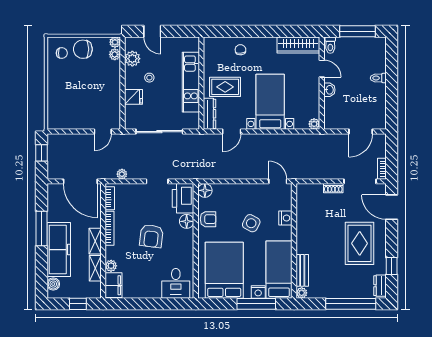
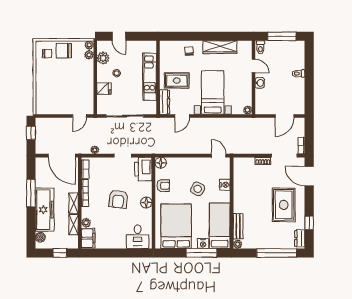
wardrobe: (298, 45) -> (220, 47), moved
floor lamp: (187, 221) -> (146, 203), moved

